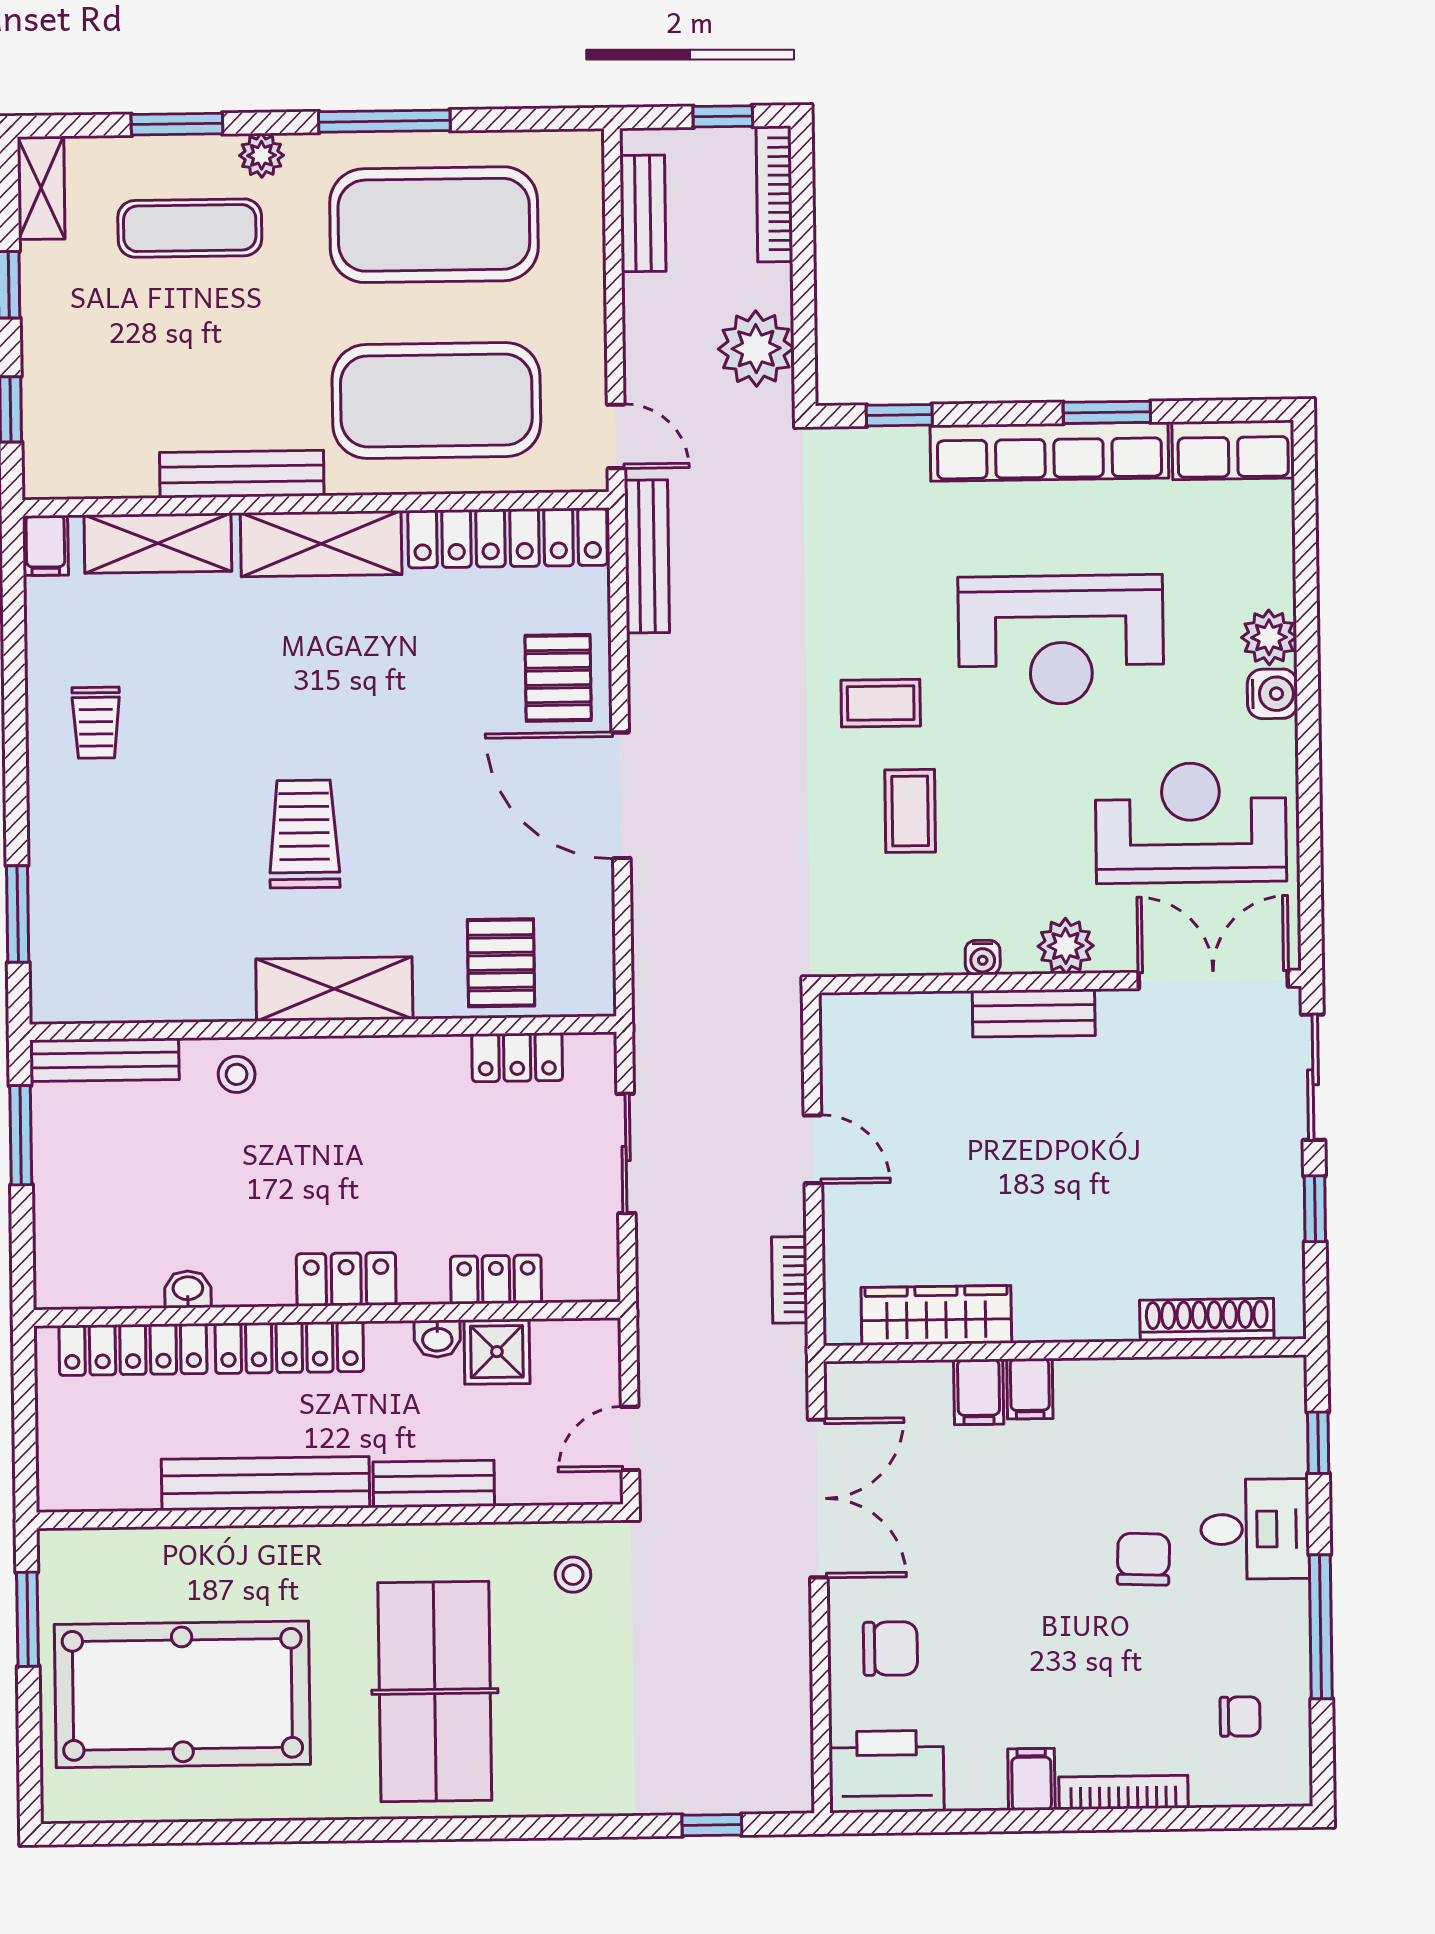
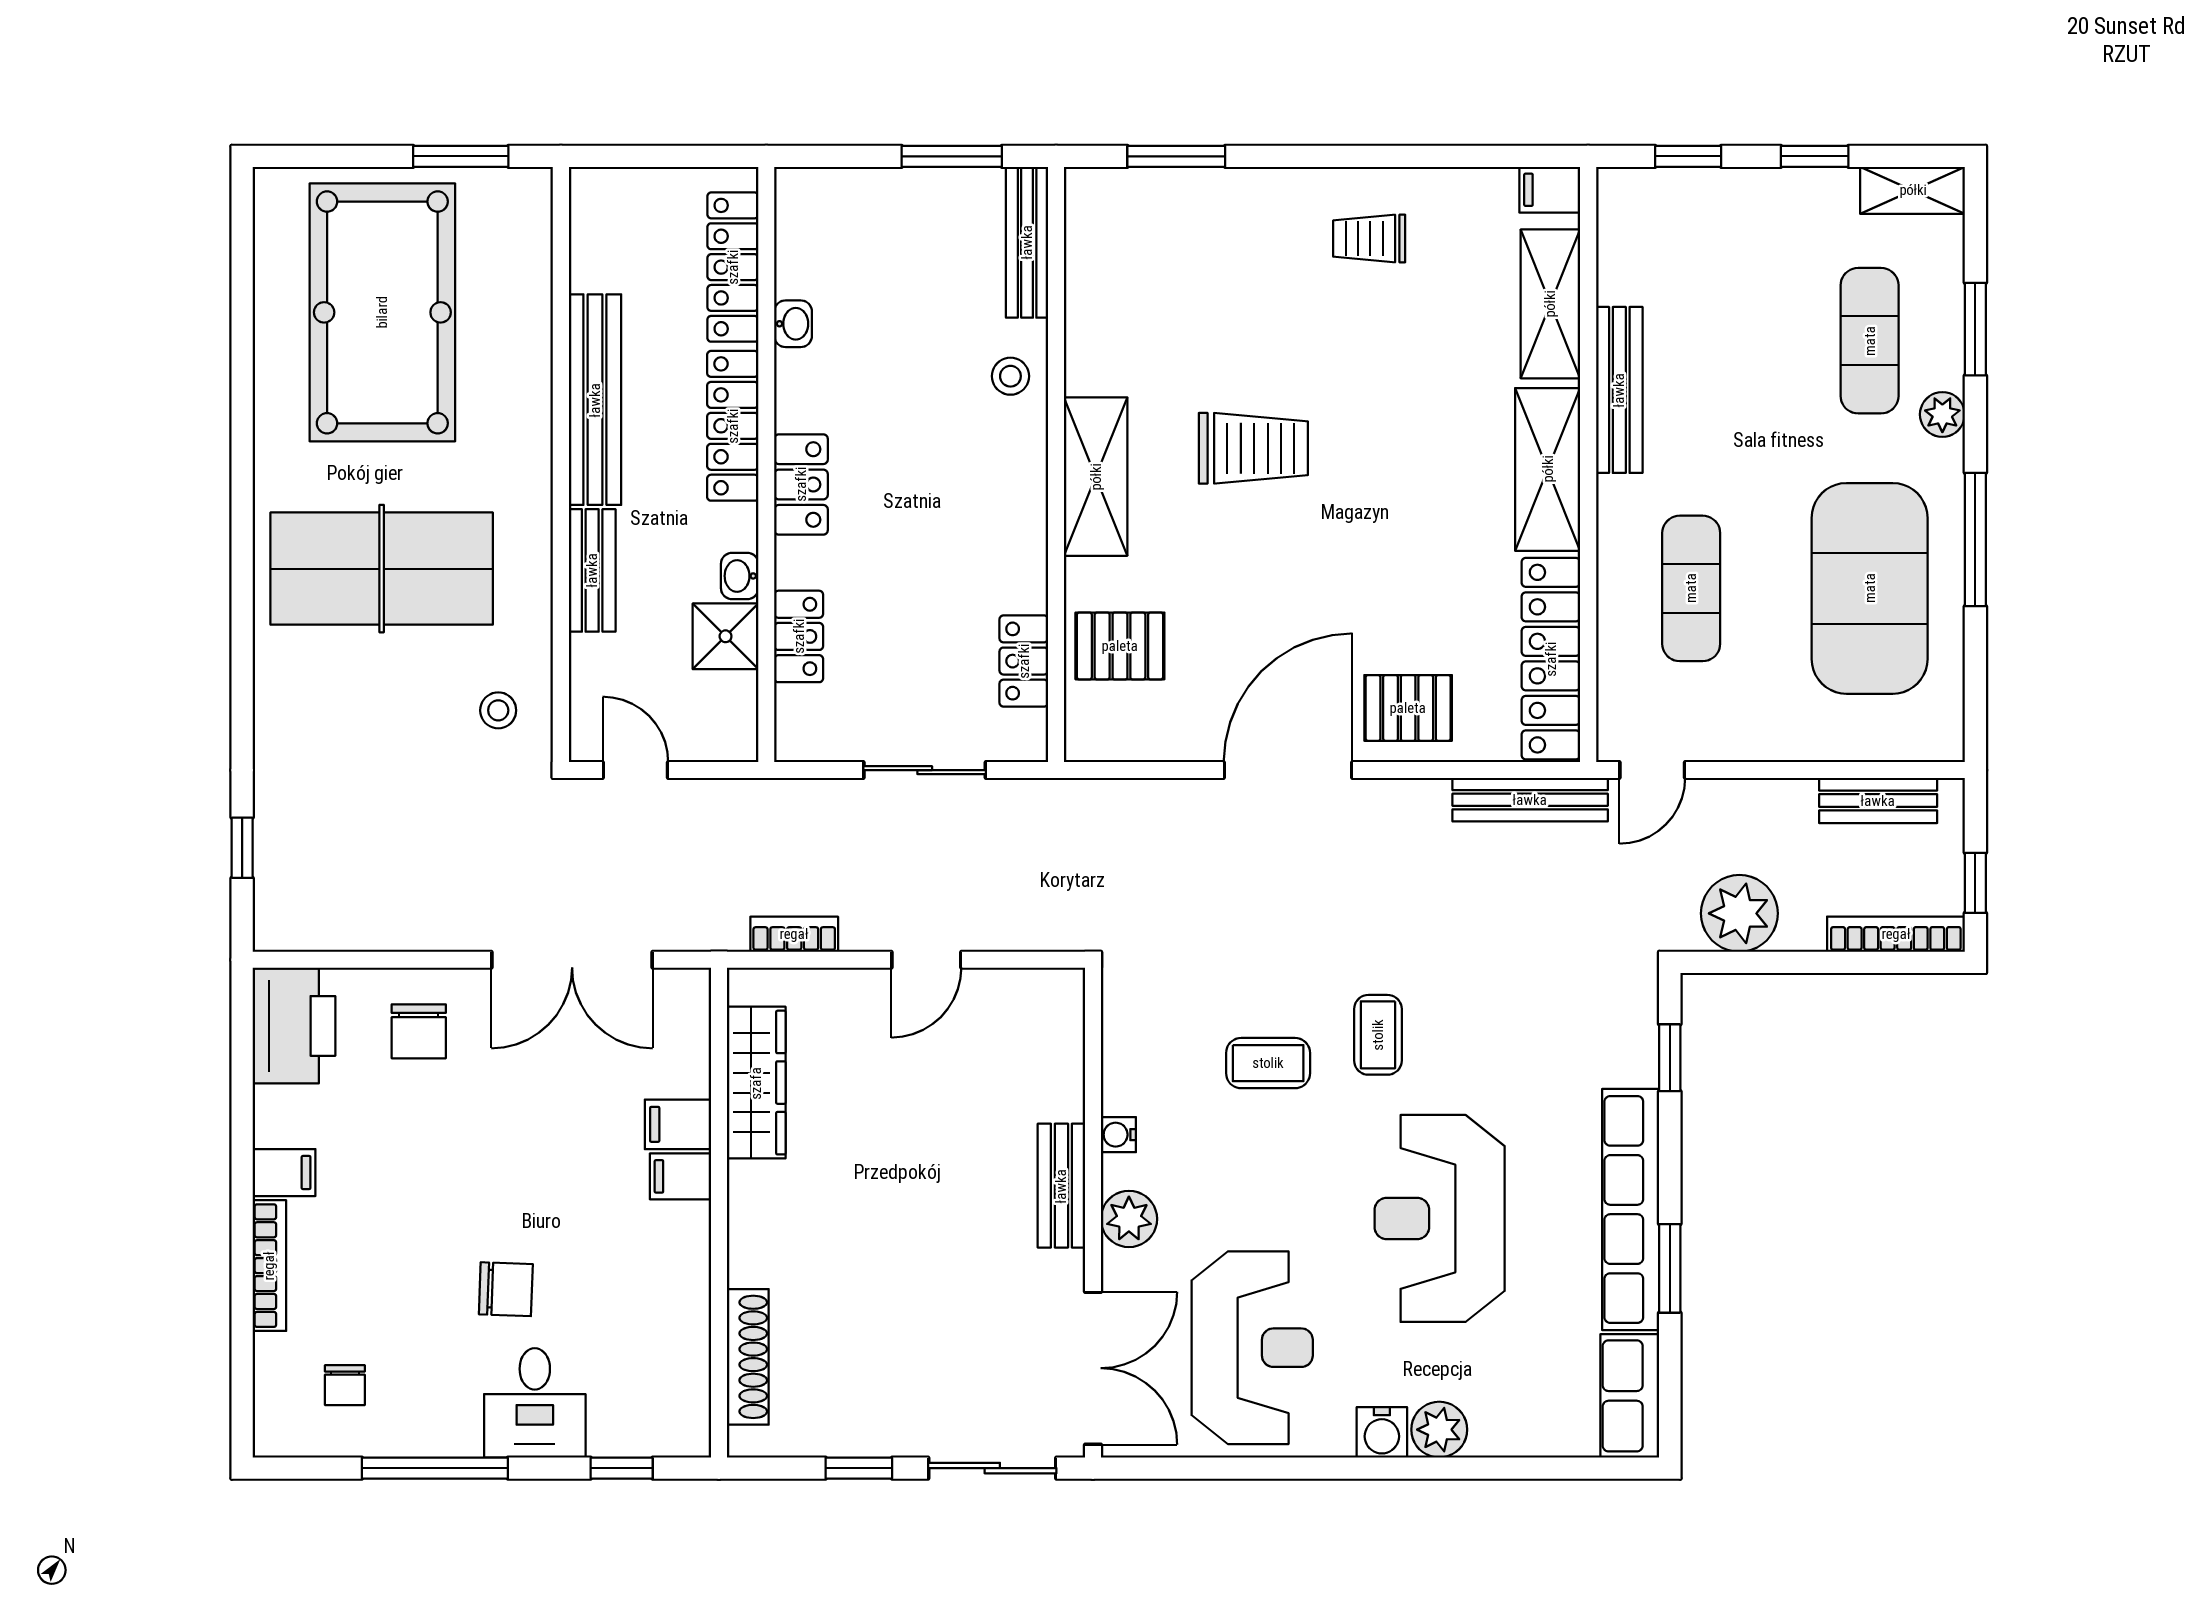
exercise mat: (436, 400) -> (1691, 588), width x0.50, depth x0.69

